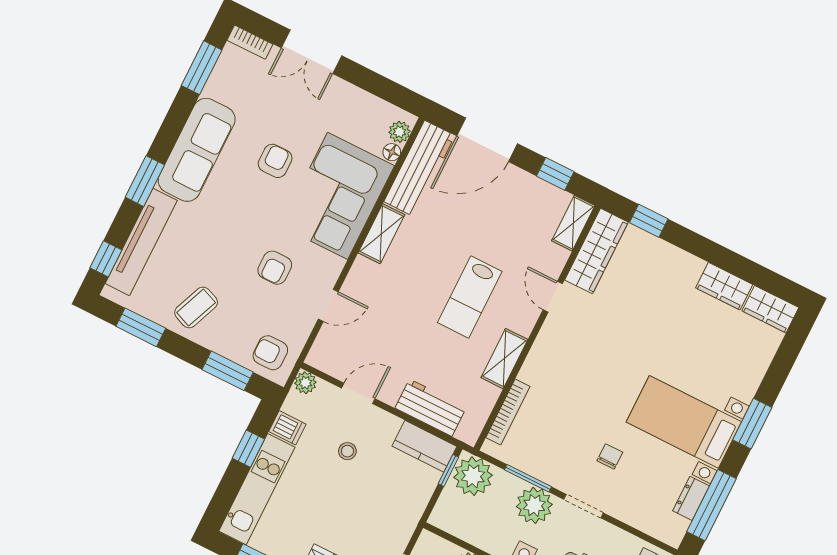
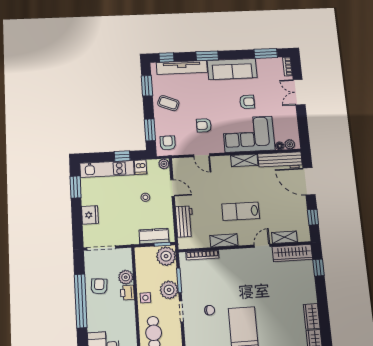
shelving: (573, 223) -> (284, 237), moved
kitchen counter: (424, 446) -> (154, 236), moved, turned 90

